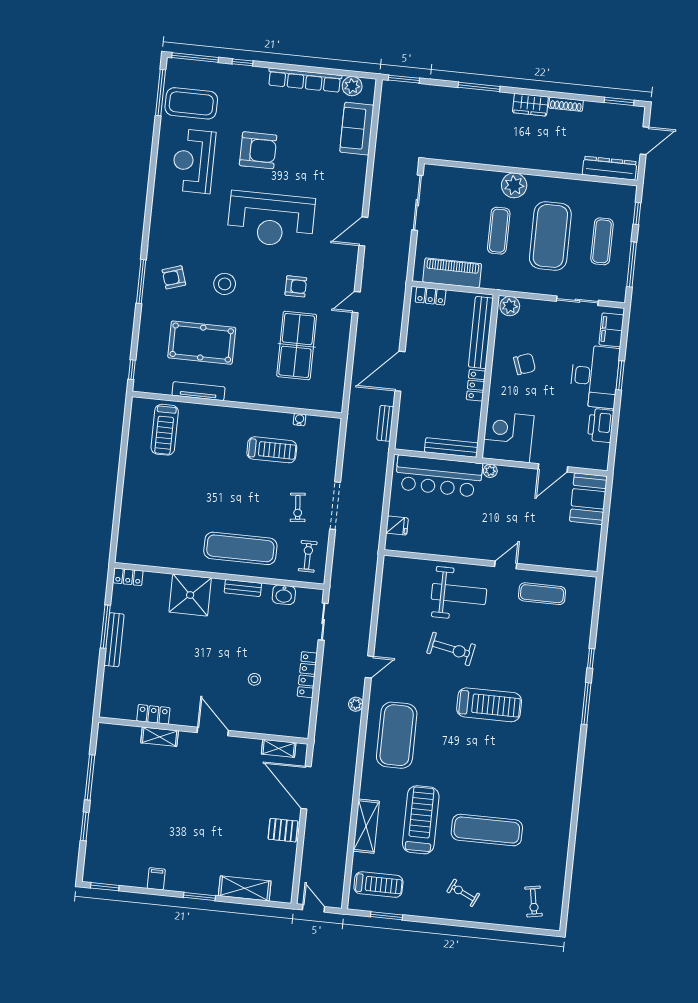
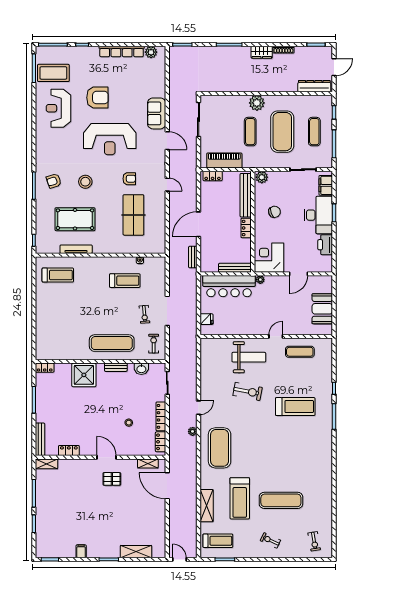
sofa: (357, 129) -> (157, 113), moved
door: (363, 231) -> (167, 141), swing flipped
door: (356, 302) -> (167, 185), swing flipped
treadmill: (165, 430) -> (58, 275), turned -90
booth: (588, 499) -> (322, 309), moved
bench: (114, 640) -> (40, 439), moved
treadmill: (489, 705) -> (295, 407), moved
locker: (303, 716) -> (161, 442), added
shelving: (160, 737) -> (47, 464), moved
treadmill: (421, 820) -> (240, 498), turned 180
pallet: (283, 830) -> (112, 479), moved

